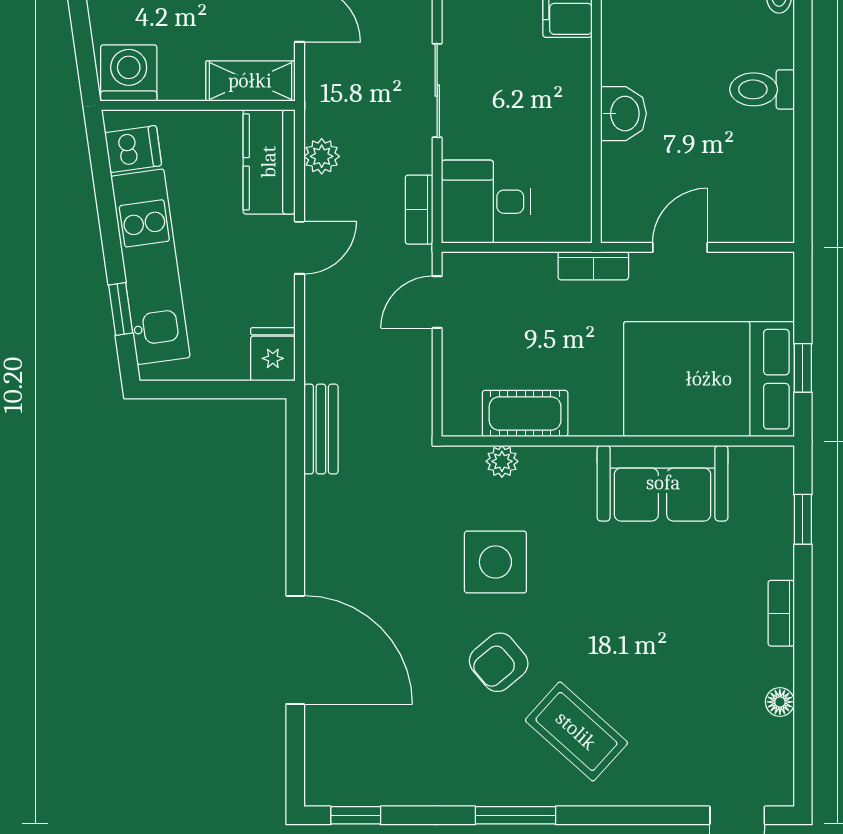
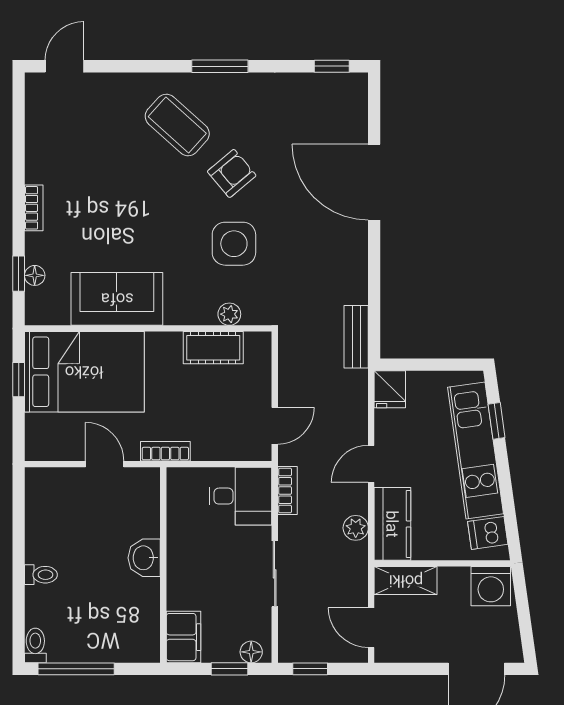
toilet: (762, 89) -> (41, 575), width x0.73, depth x0.72
door: (680, 247) -> (105, 464), swing flipped
floor lamp: (780, 702) -> (35, 275), moved

